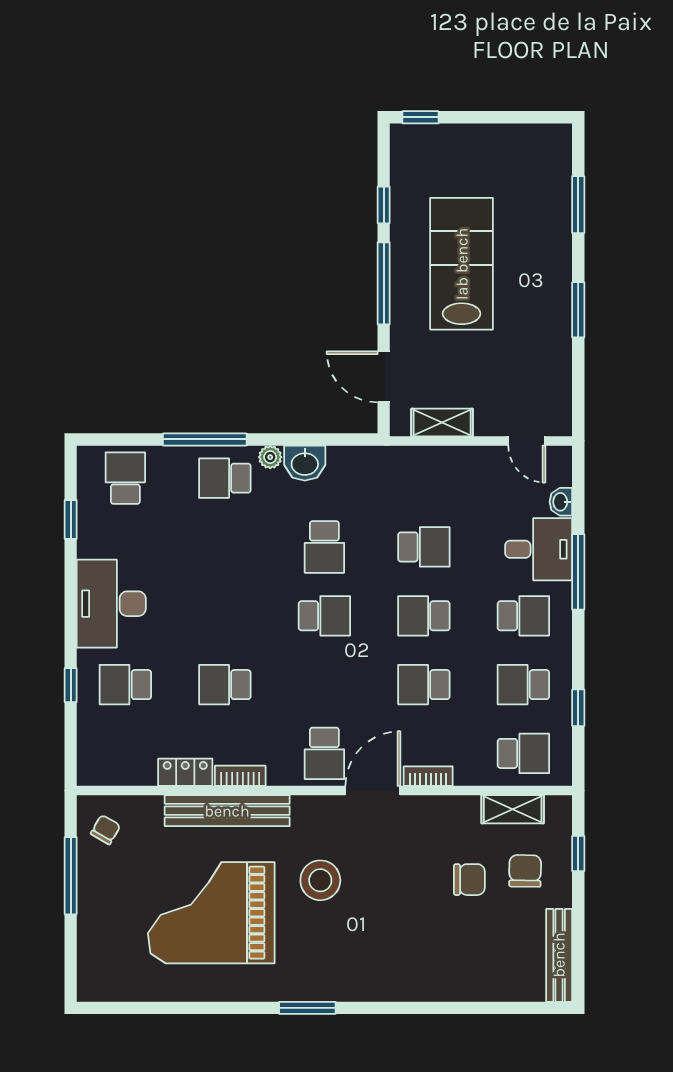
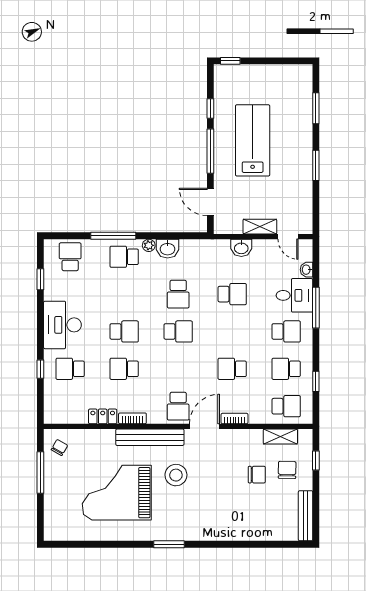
shelving: (442, 423) -> (260, 227), moved
washbasin: (441, 462) -> (241, 248), added
school desk: (424, 616) -> (124, 331), moved, turned 180
bench: (227, 811) -> (150, 437), moved

